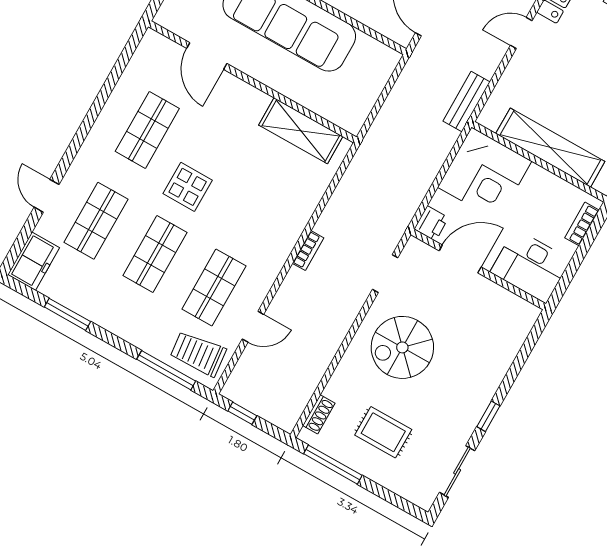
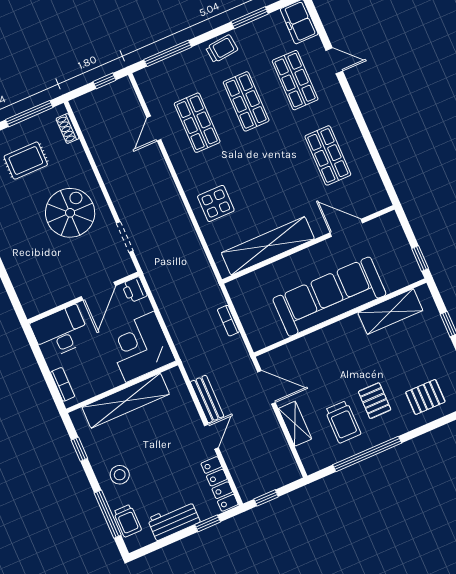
bench: (467, 102) -> (207, 399), moved
shelving: (301, 131) -> (268, 246), width x1.47
display table: (188, 187) -> (216, 203), moved
bookcase: (308, 251) -> (228, 321), moved
trolley: (198, 354) -> (222, 49), moved, width x0.73, depth x0.72

